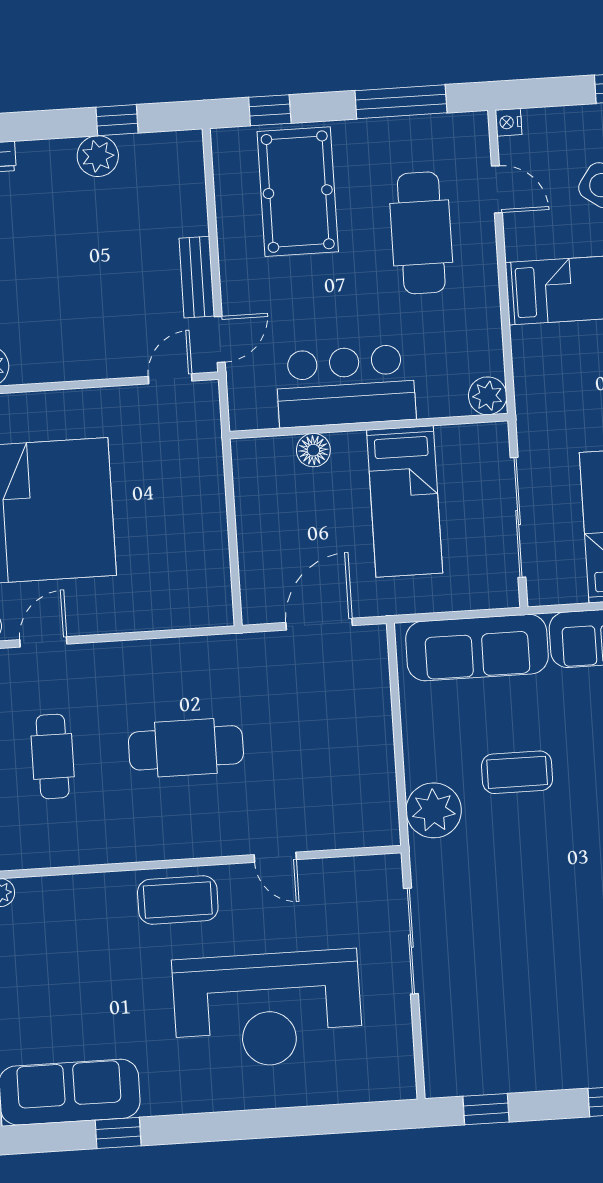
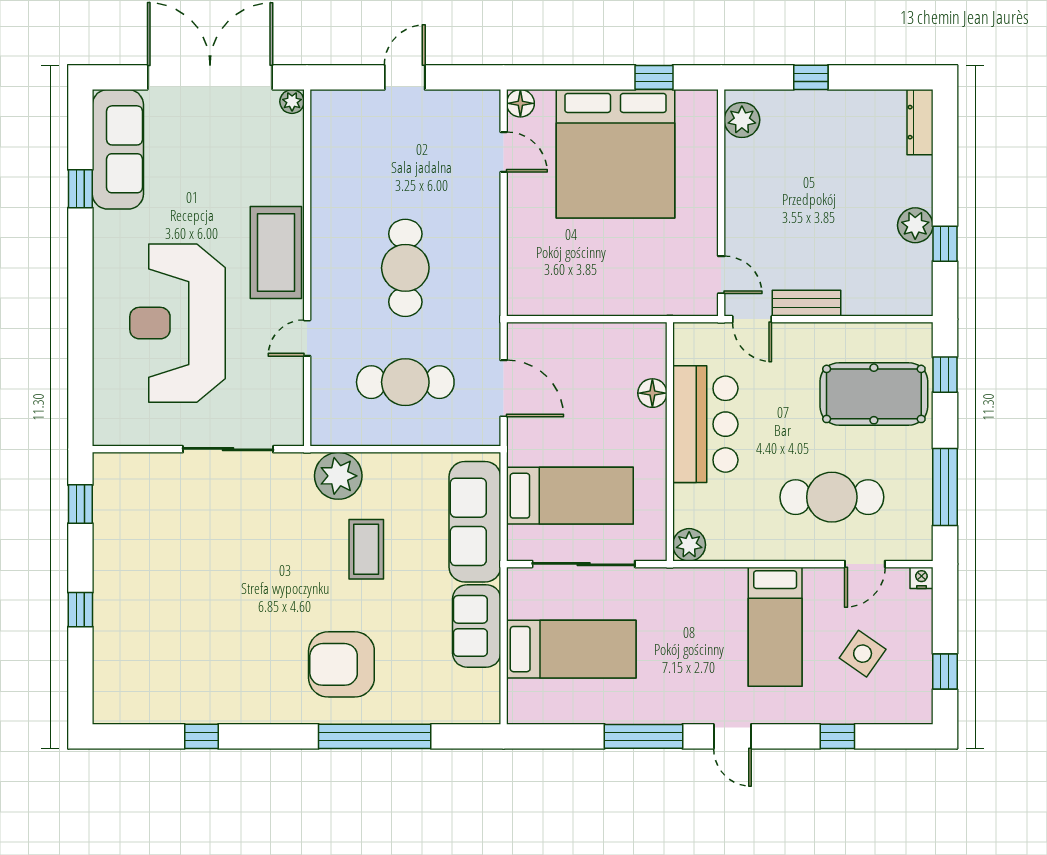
bed: (405, 501) -> (570, 496), moved, turned 180
cafe table: (53, 756) -> (405, 382), moved, width x1.37, depth x1.35
coffee table: (178, 900) -> (276, 253), width x1.36, depth x1.32

